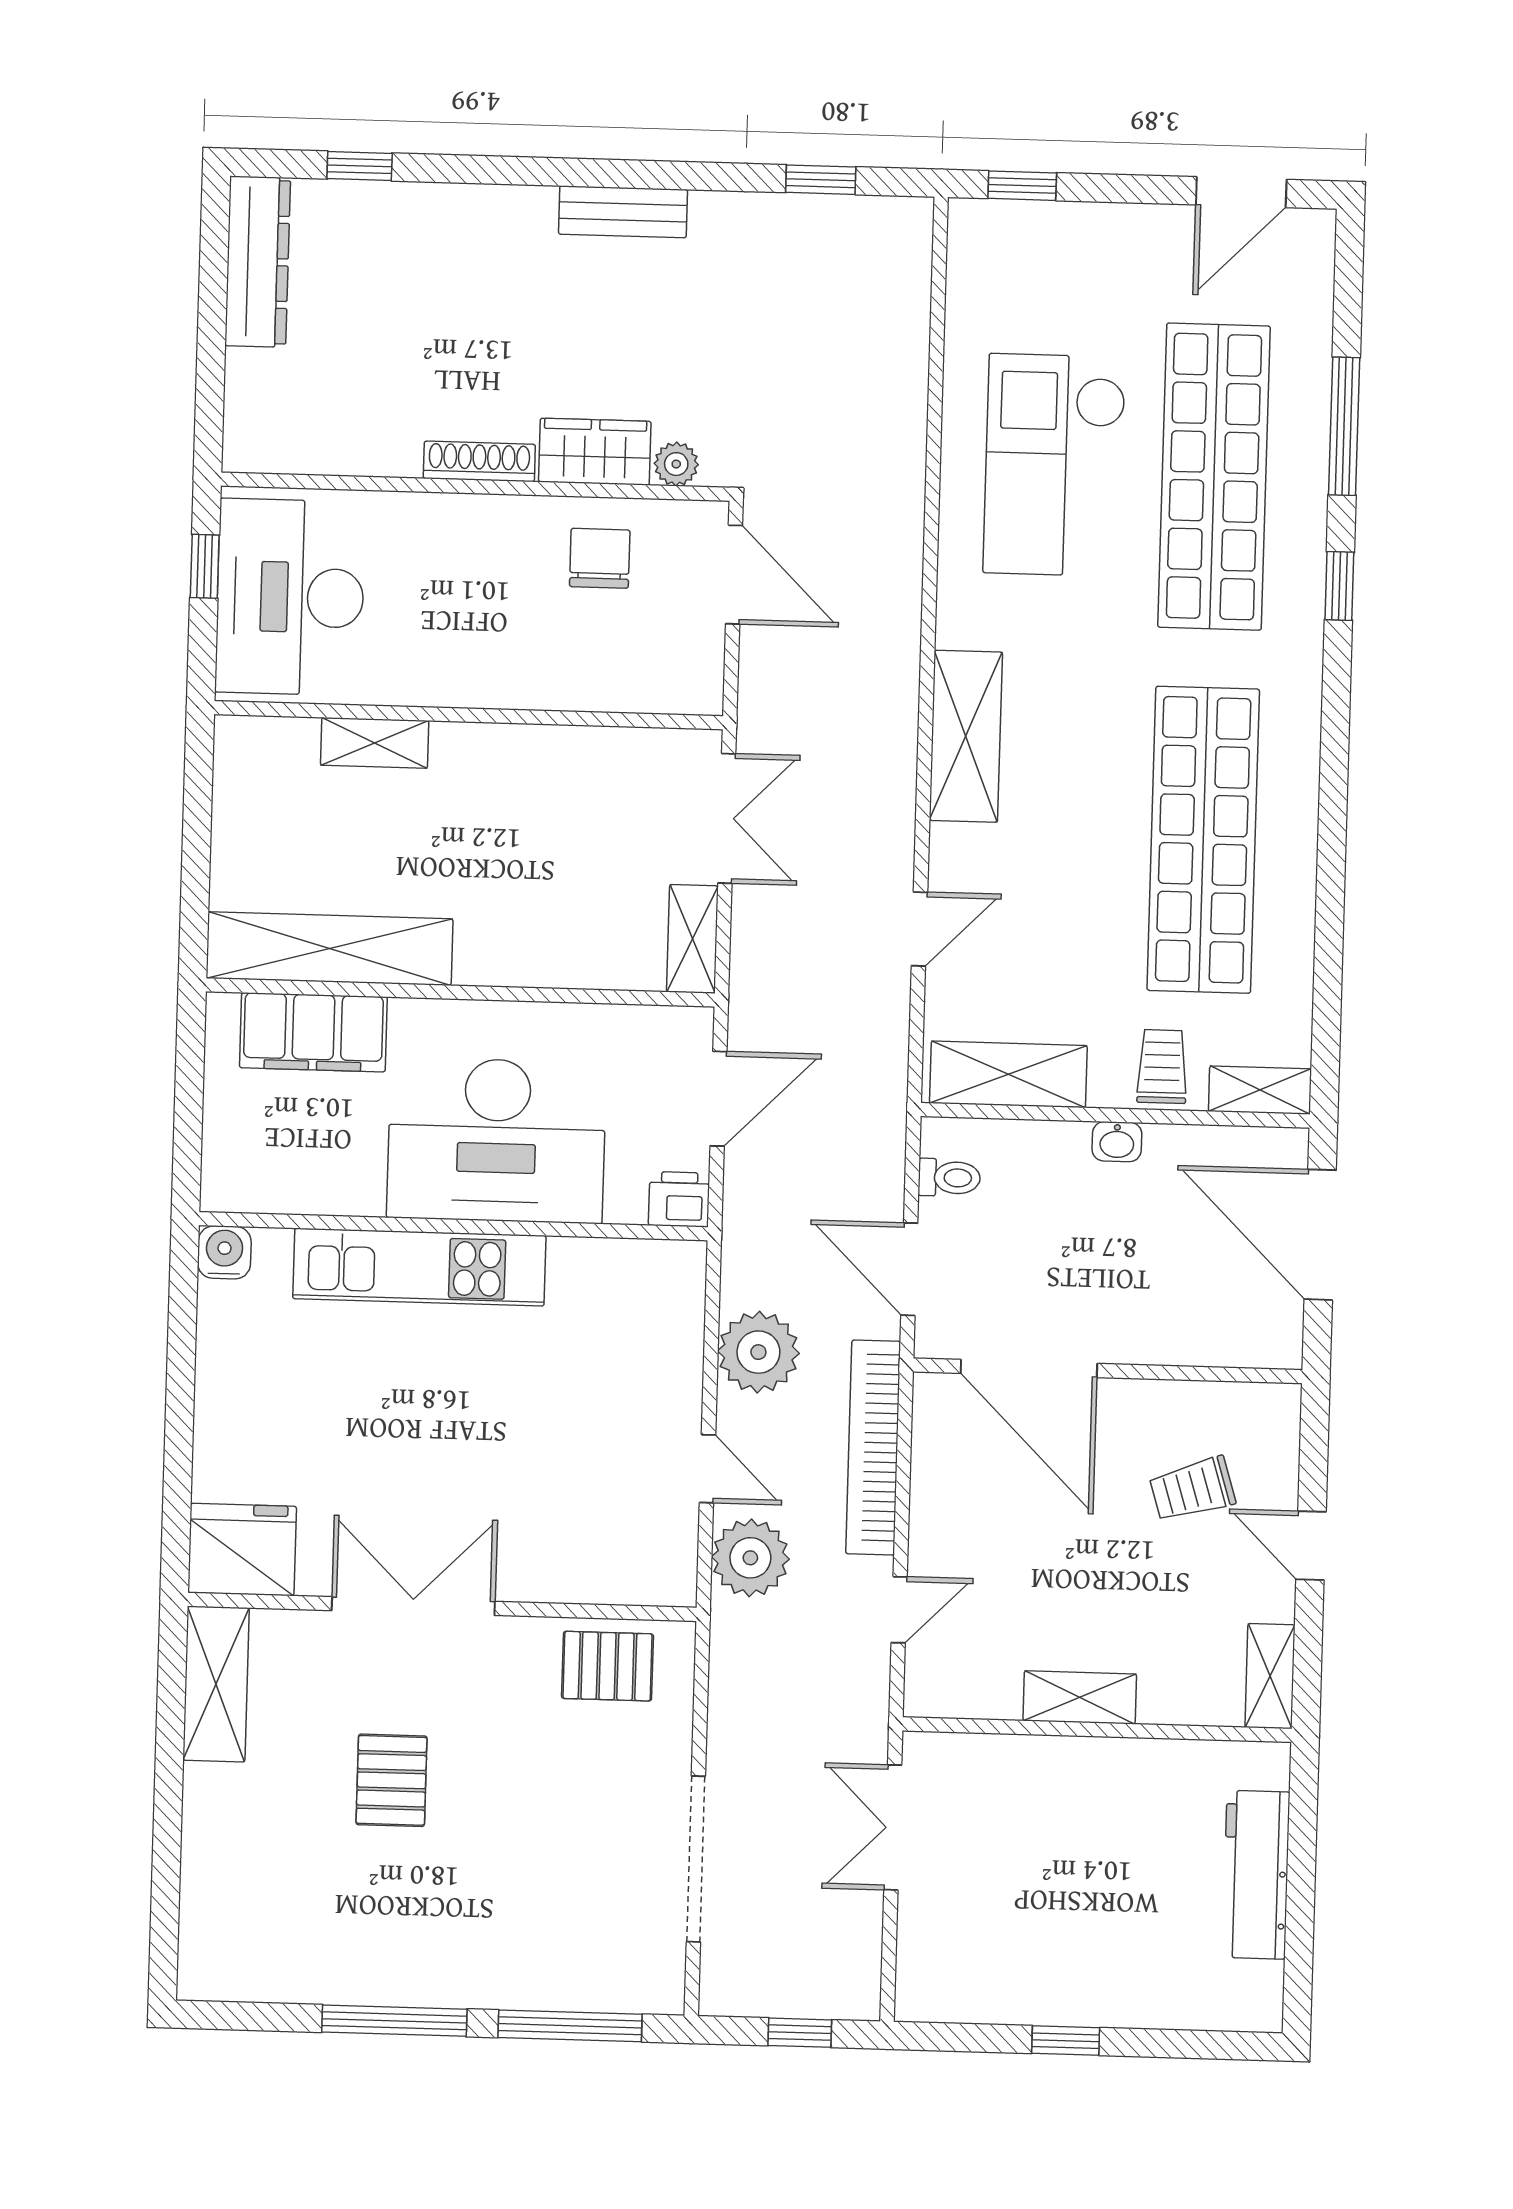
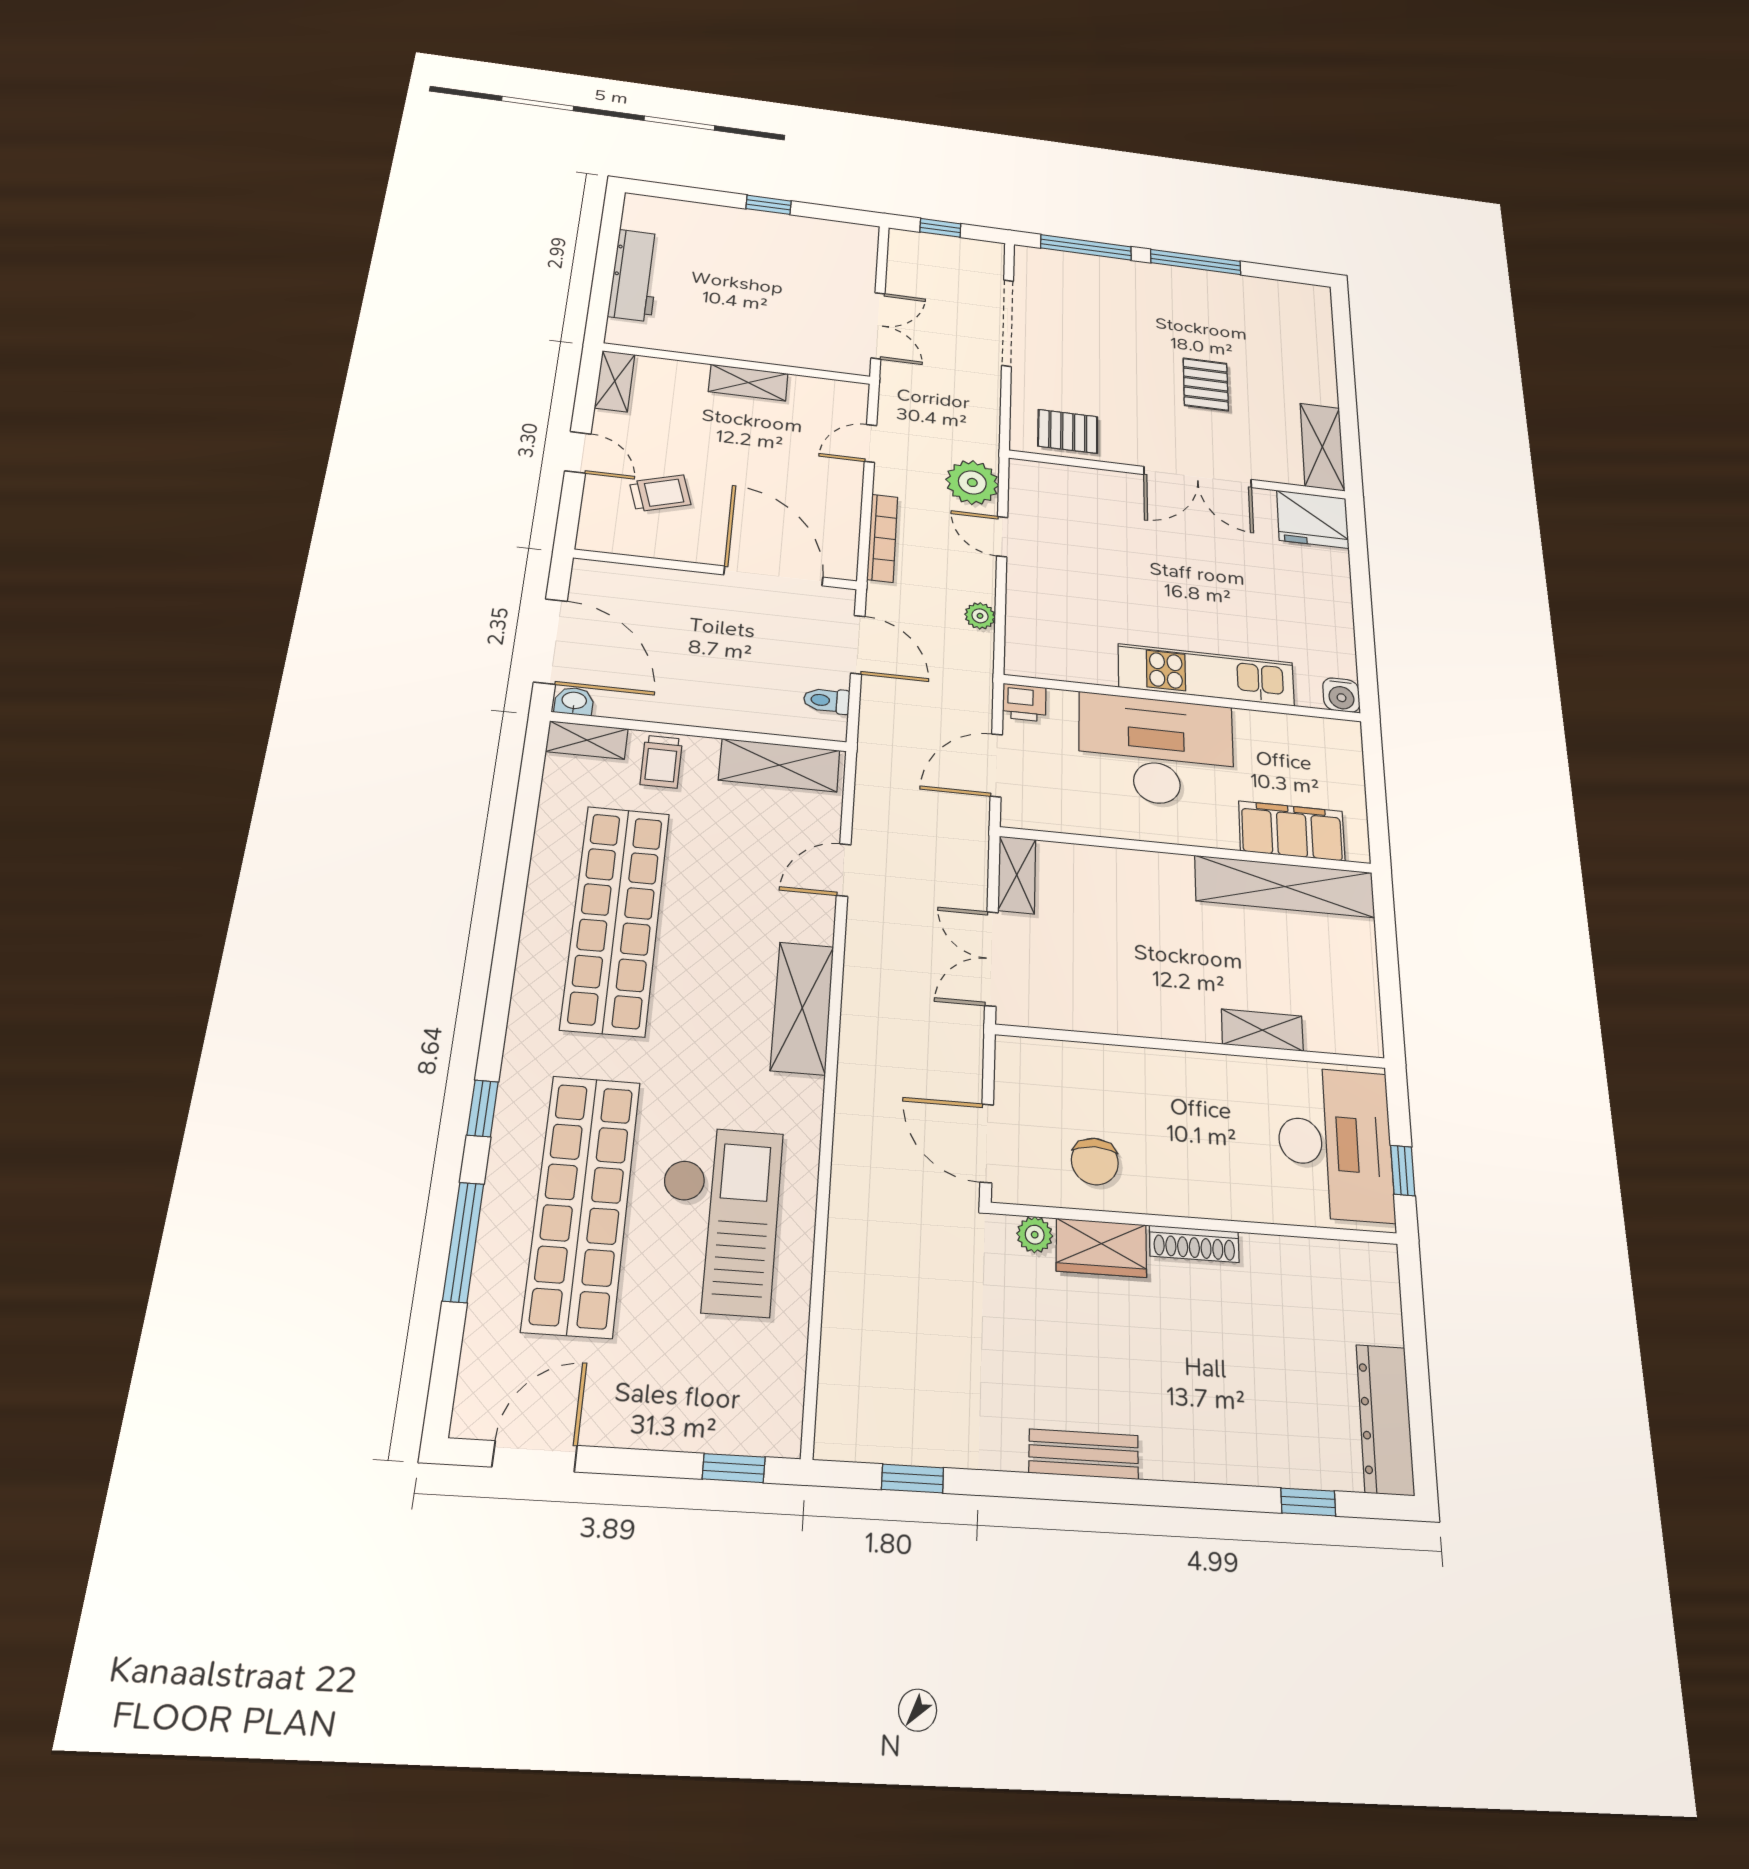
washbasin: (1117, 1142) -> (574, 701), moved
plant: (758, 1352) -> (980, 616), width x0.53, depth x0.53
bookcase: (873, 1447) -> (882, 538), width x0.68, depth x0.76

